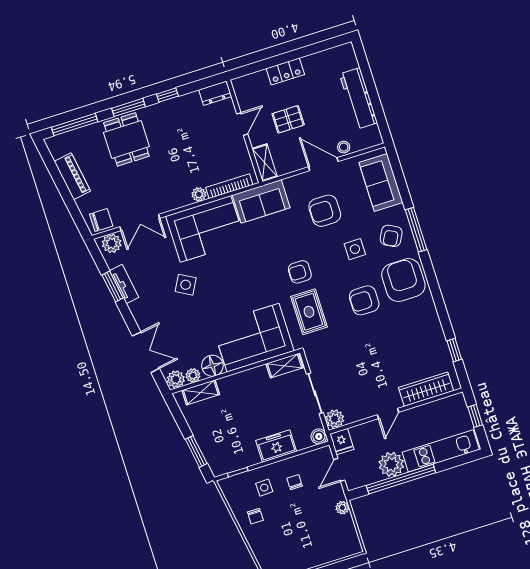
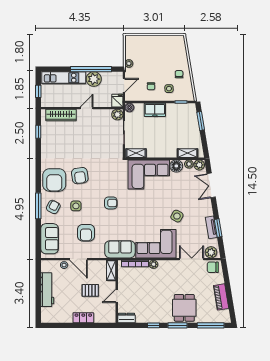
armchair: (325, 211) -> (86, 233), turned 90
armchair: (364, 300) -> (80, 176), turned 82
rug: (309, 312) -> (113, 179), removed

